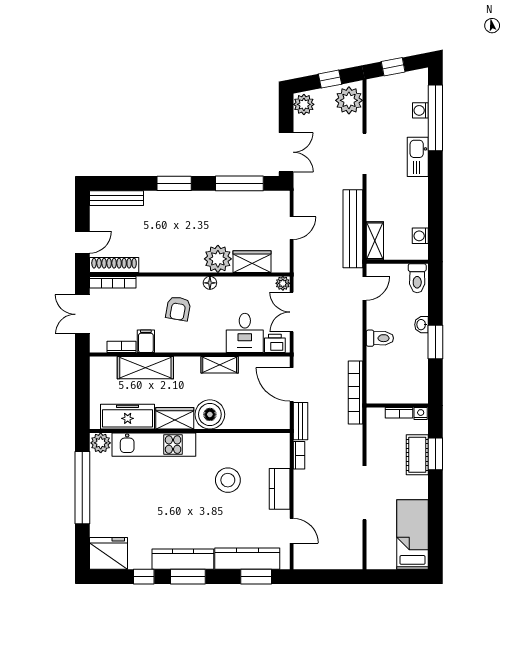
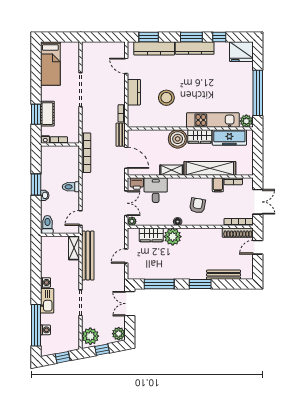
bench: (116, 198) -> (224, 275), moved
washing machine: (420, 236) -> (45, 282), moved
shelving: (145, 368) -> (210, 168), width x1.47

